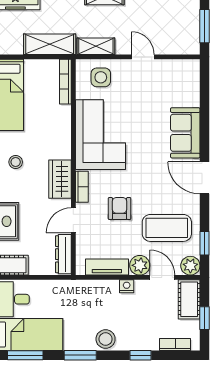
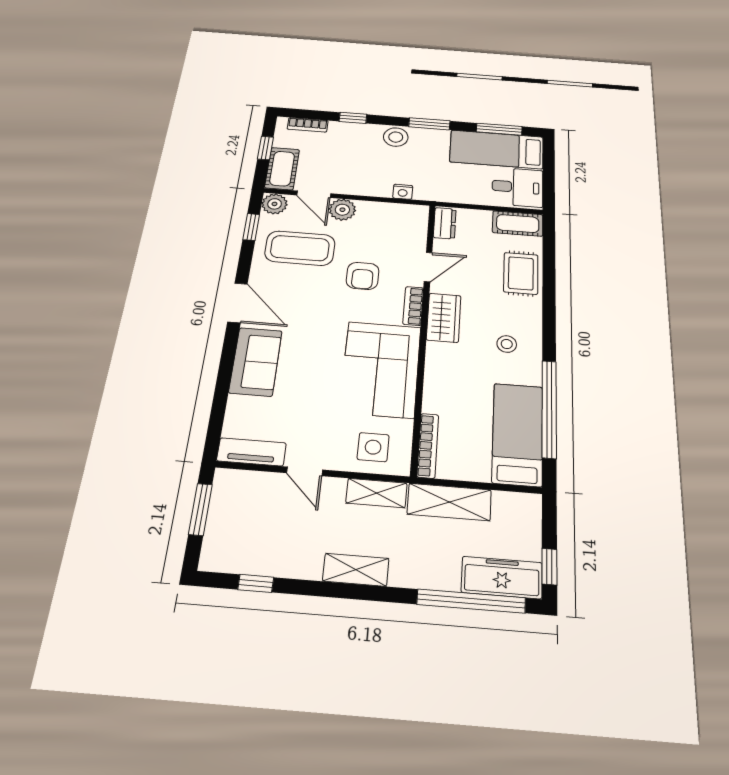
dresser: (63, 254) -> (445, 223), width x0.70
tv unit: (107, 267) -> (251, 452), moved, turned 180
nightstand: (127, 286) -> (403, 192), moved

